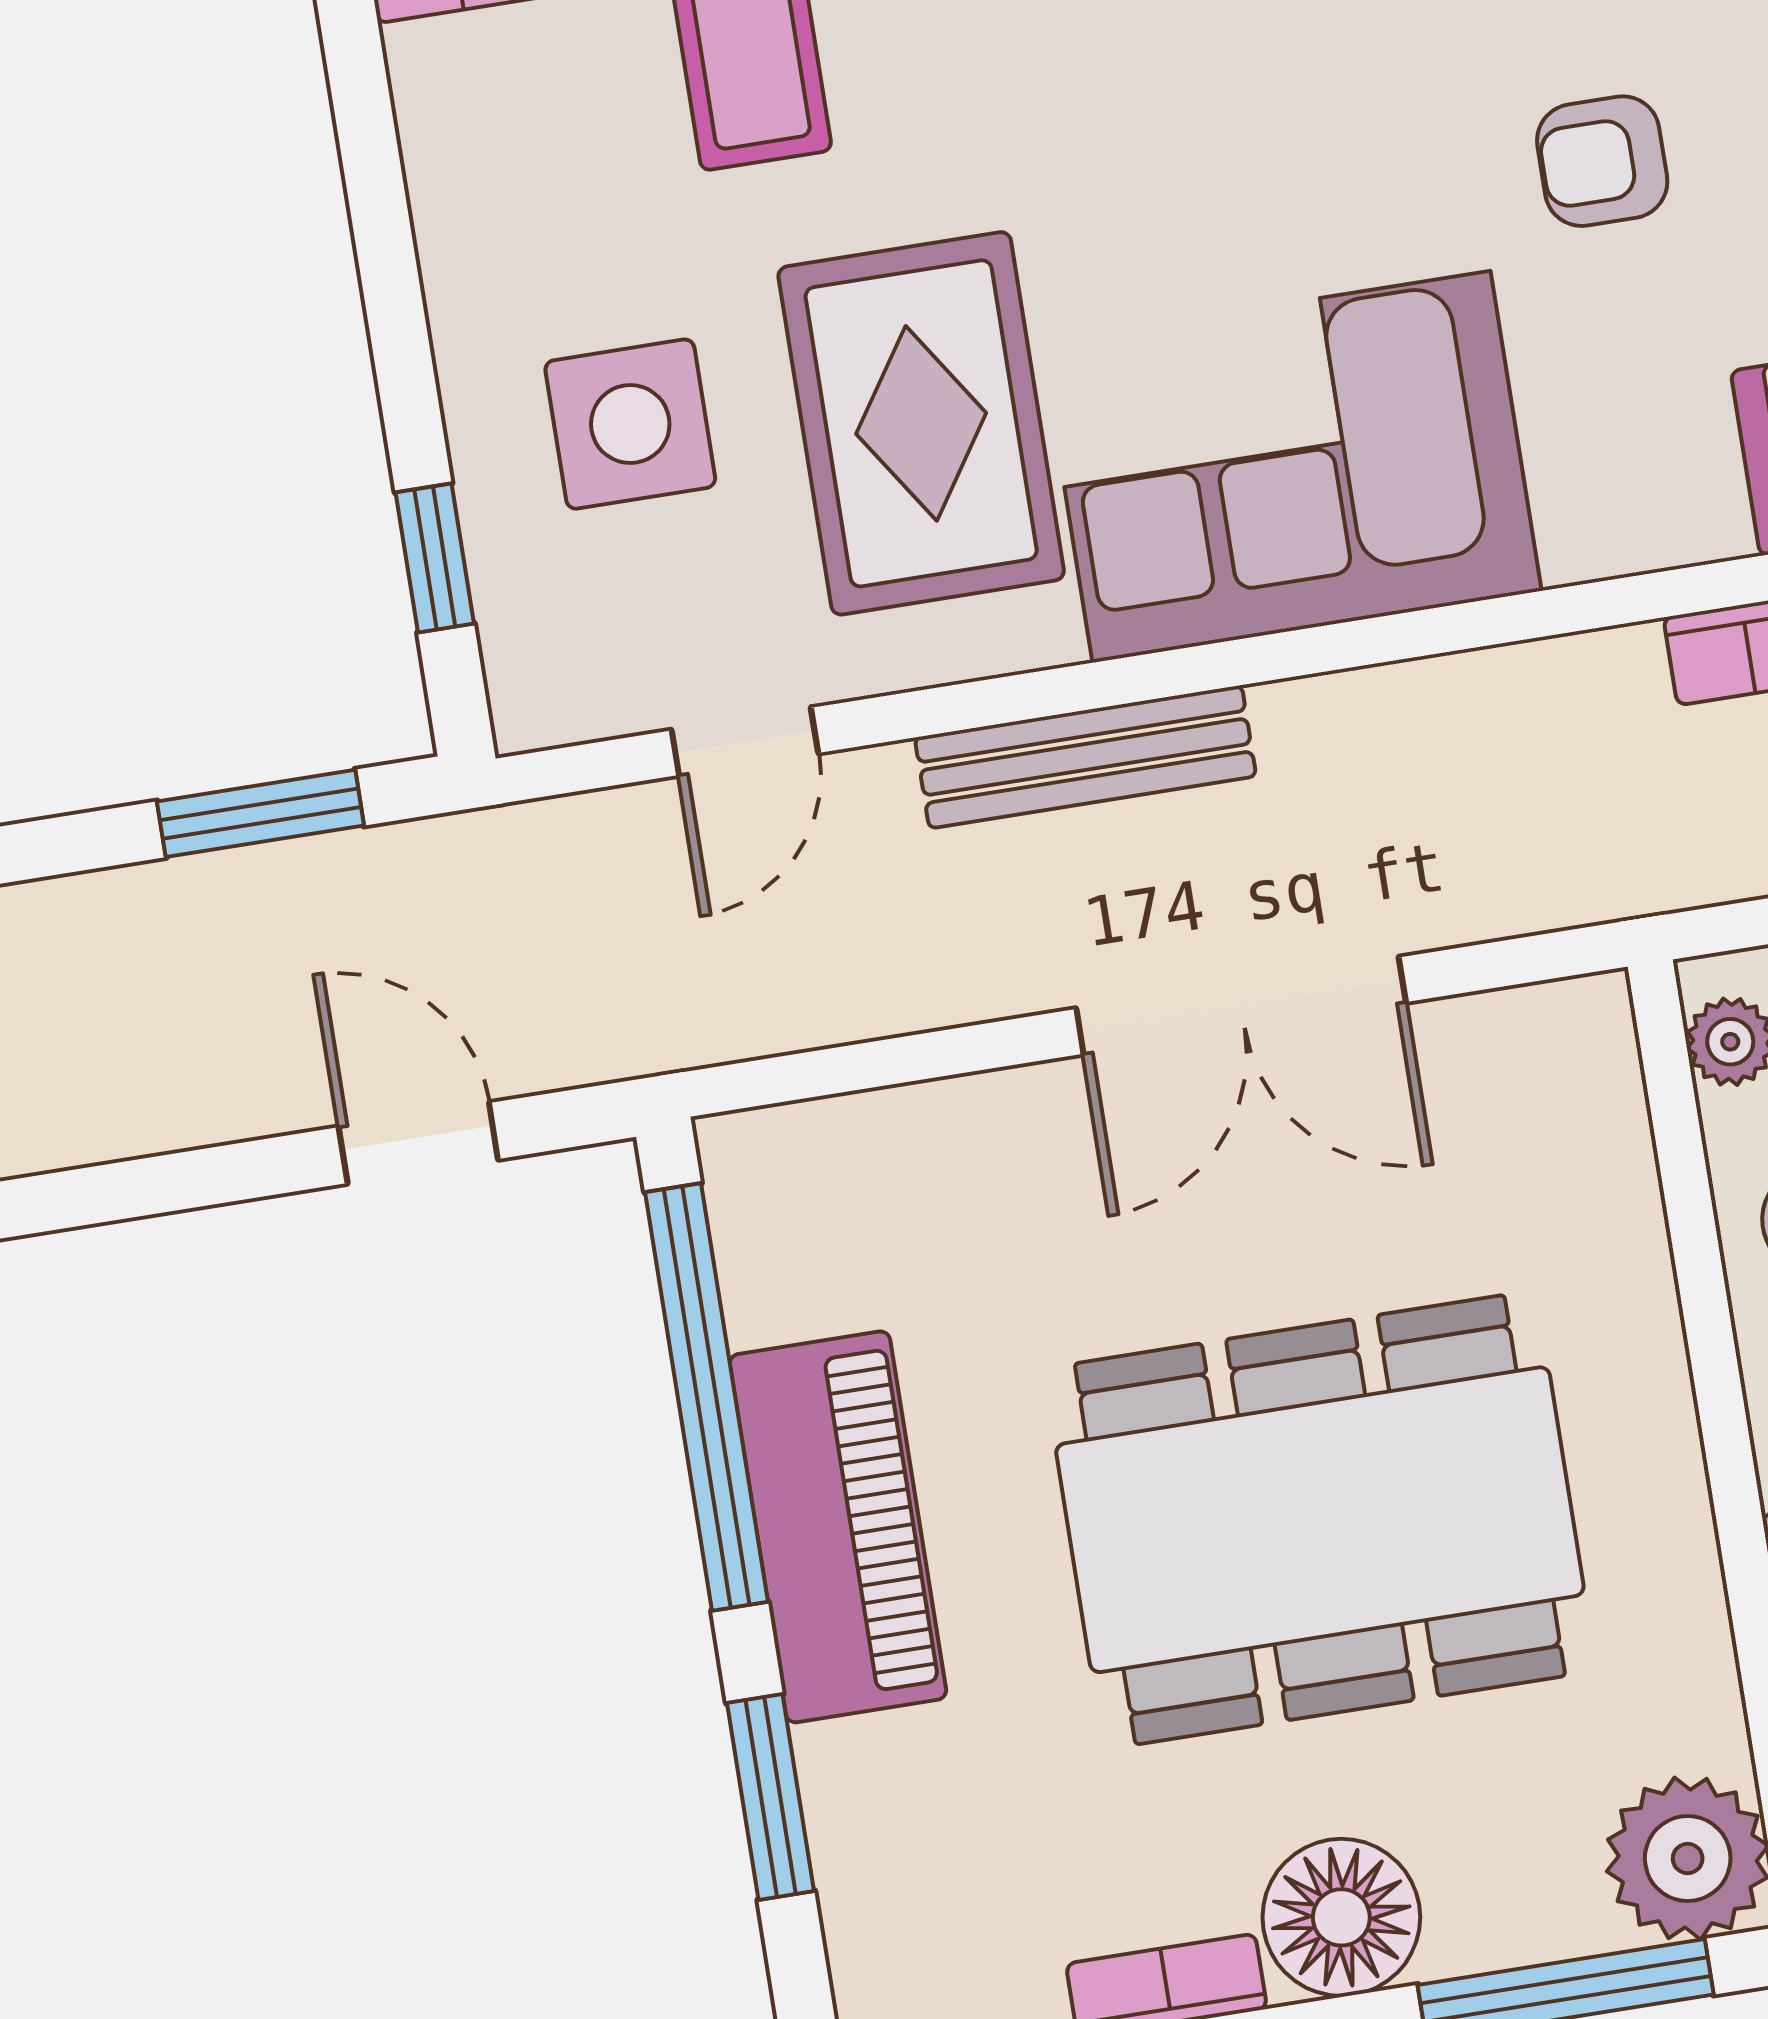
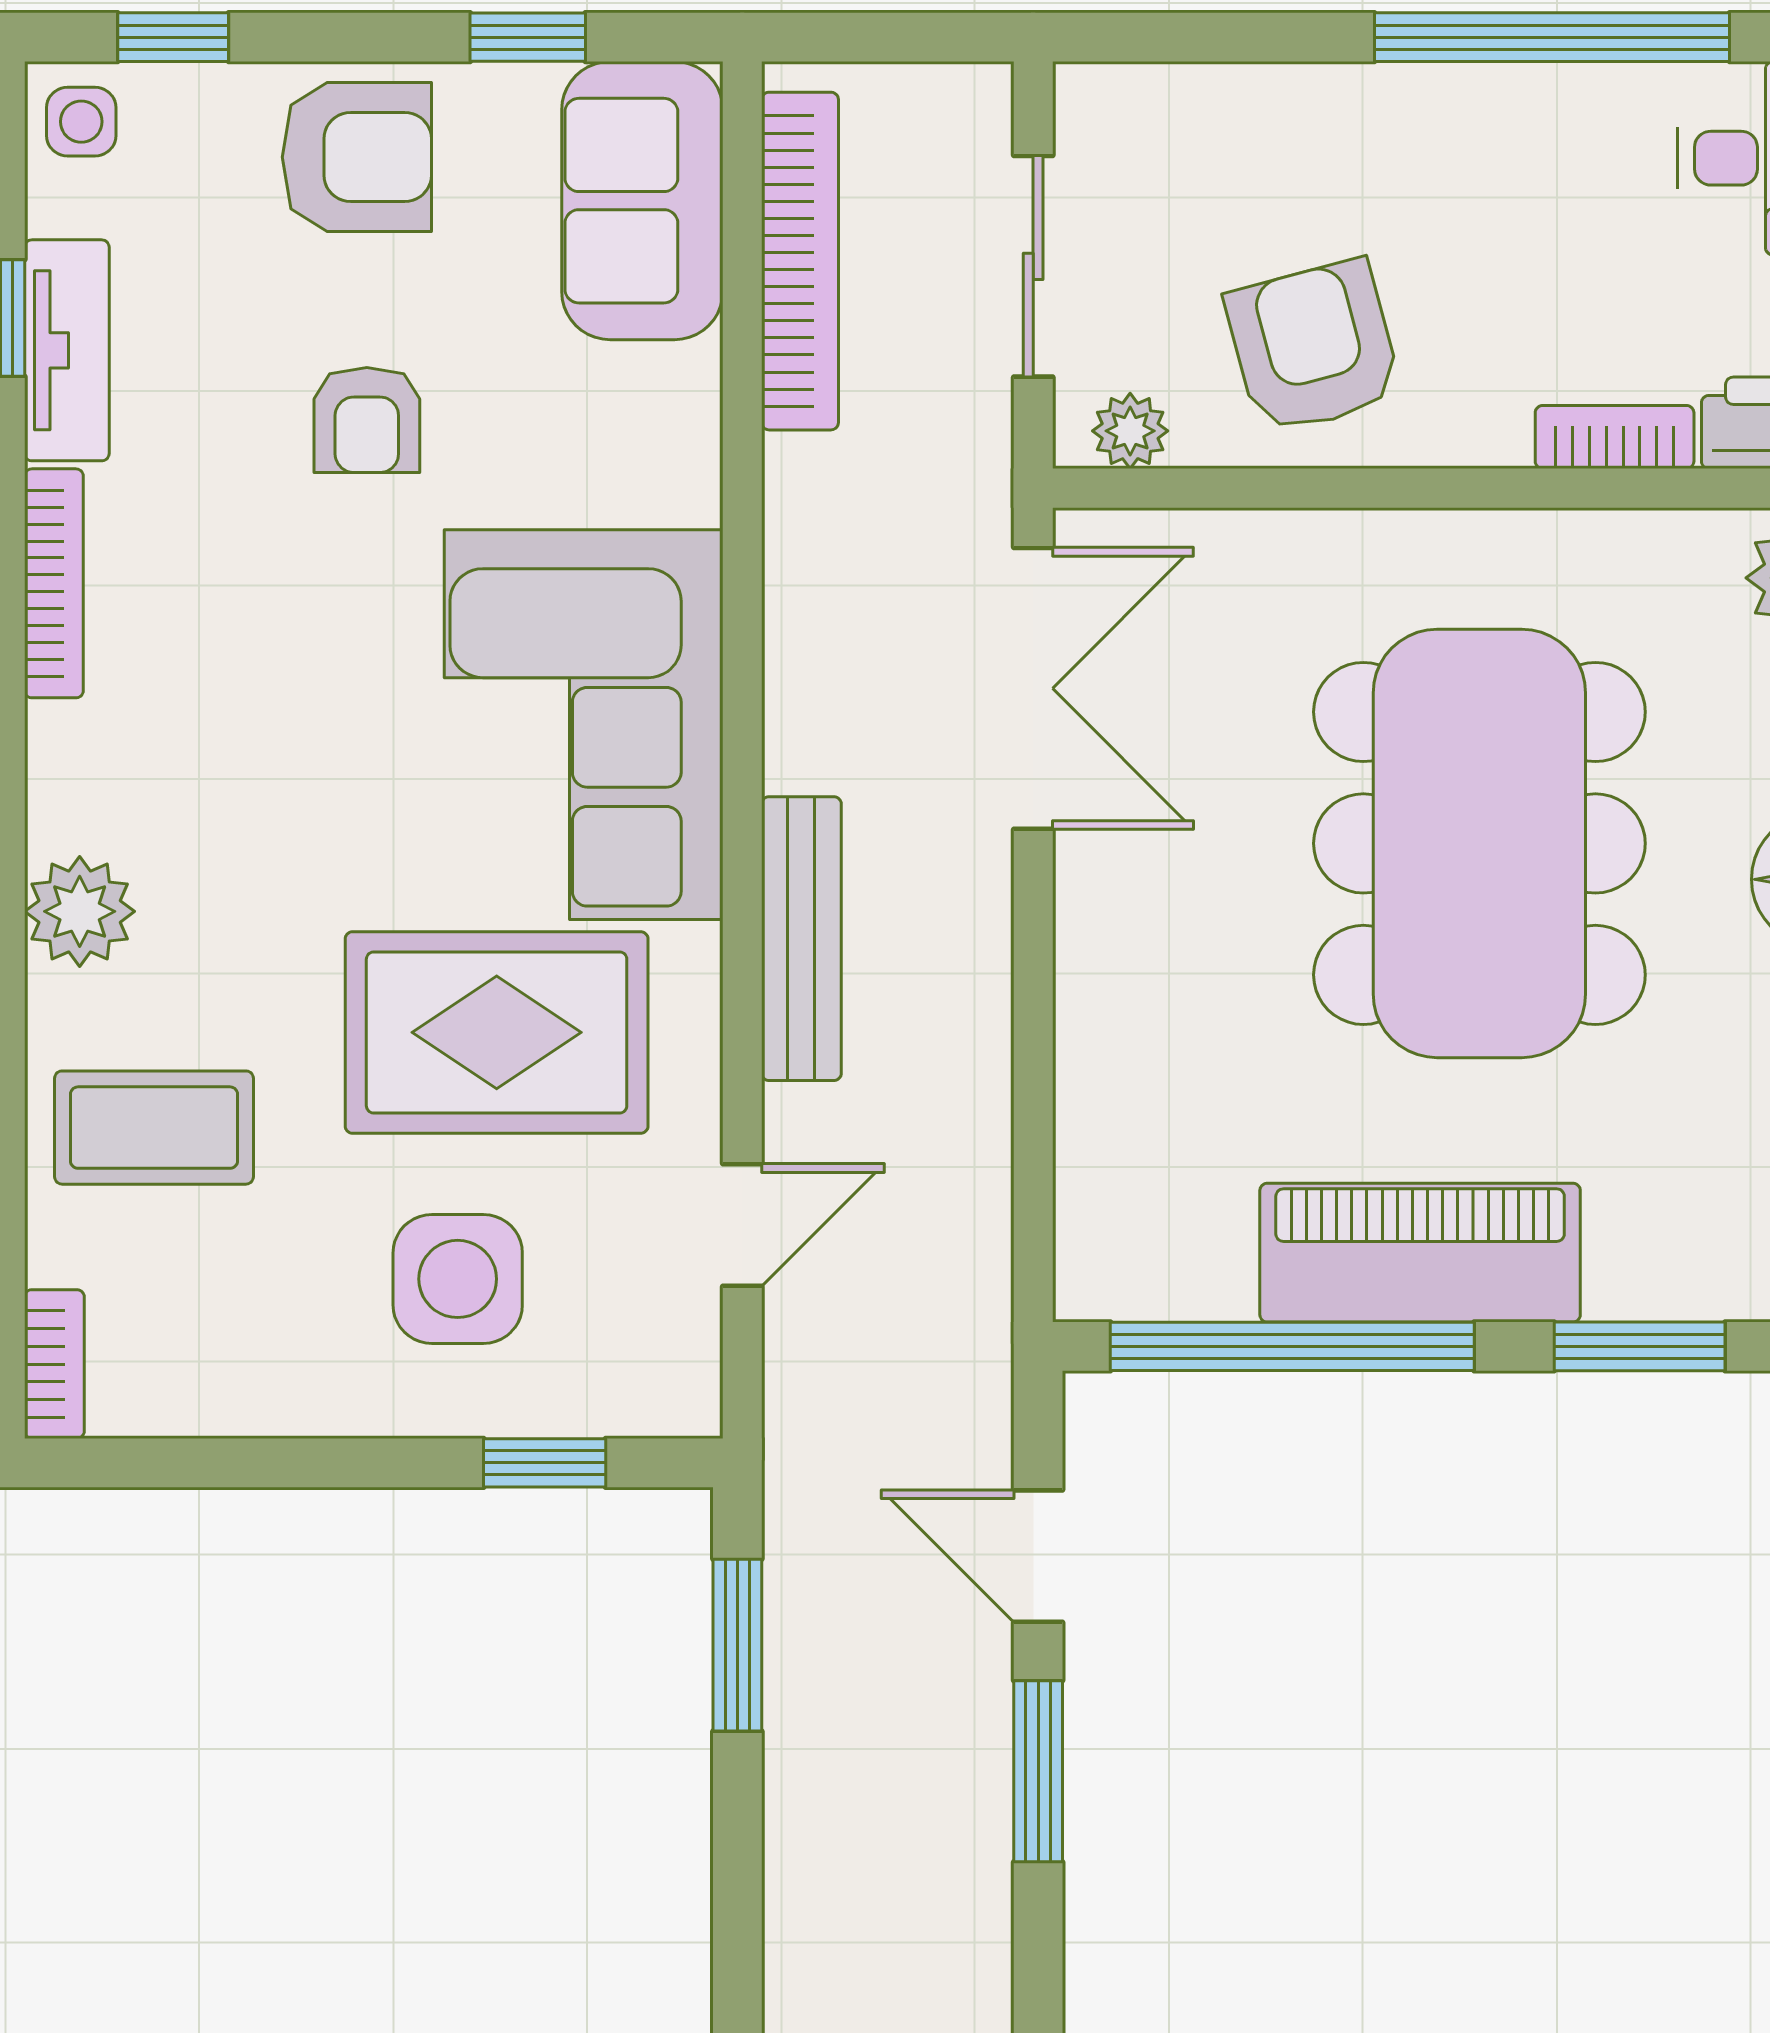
door: (745, 742) -> (742, 1225), hinge flipped
double door: (1241, 1006) -> (1033, 688), moved
door: (418, 1143) -> (1038, 1556), hinge flipped
window: (171, 1183) -> (1038, 1771), added

